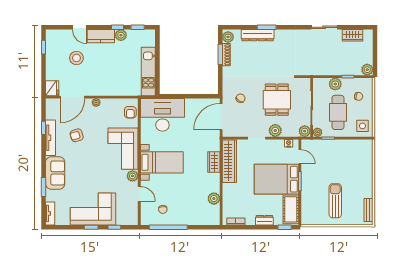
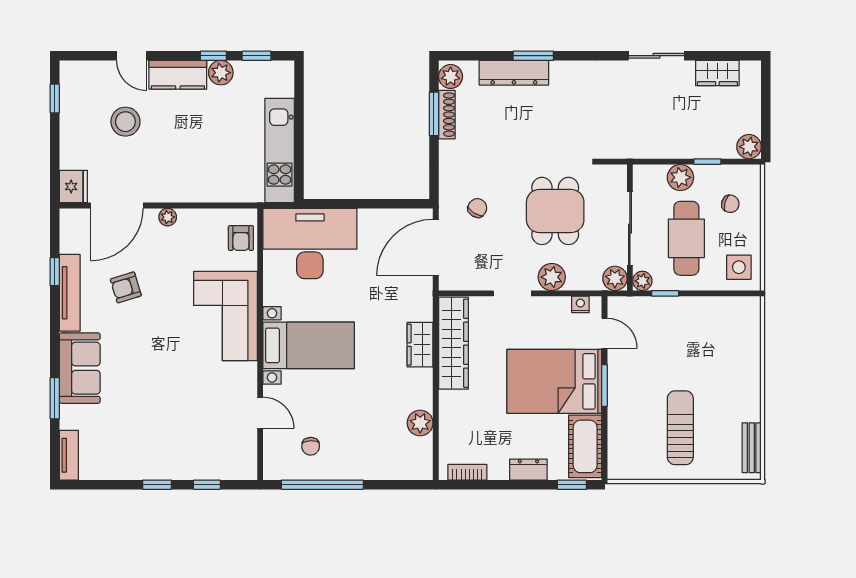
plant: (132, 176) -> (245, 374), removed
corner sofa: (93, 209) -> (161, 445), removed

